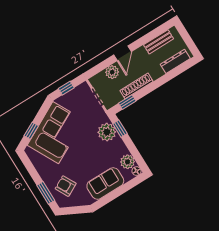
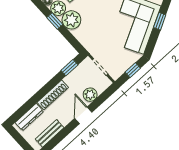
shoe rack: (136, 86) -> (53, 95), moved
window: (120, 129) -> (55, 21), moved
plant: (107, 132) -> (71, 20), moved

